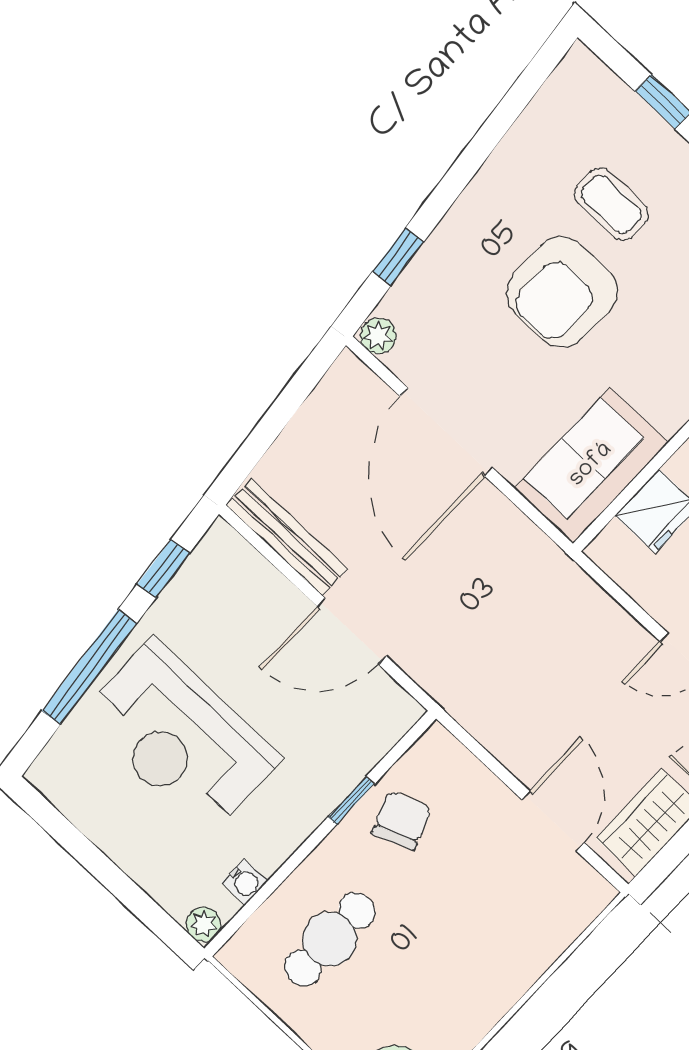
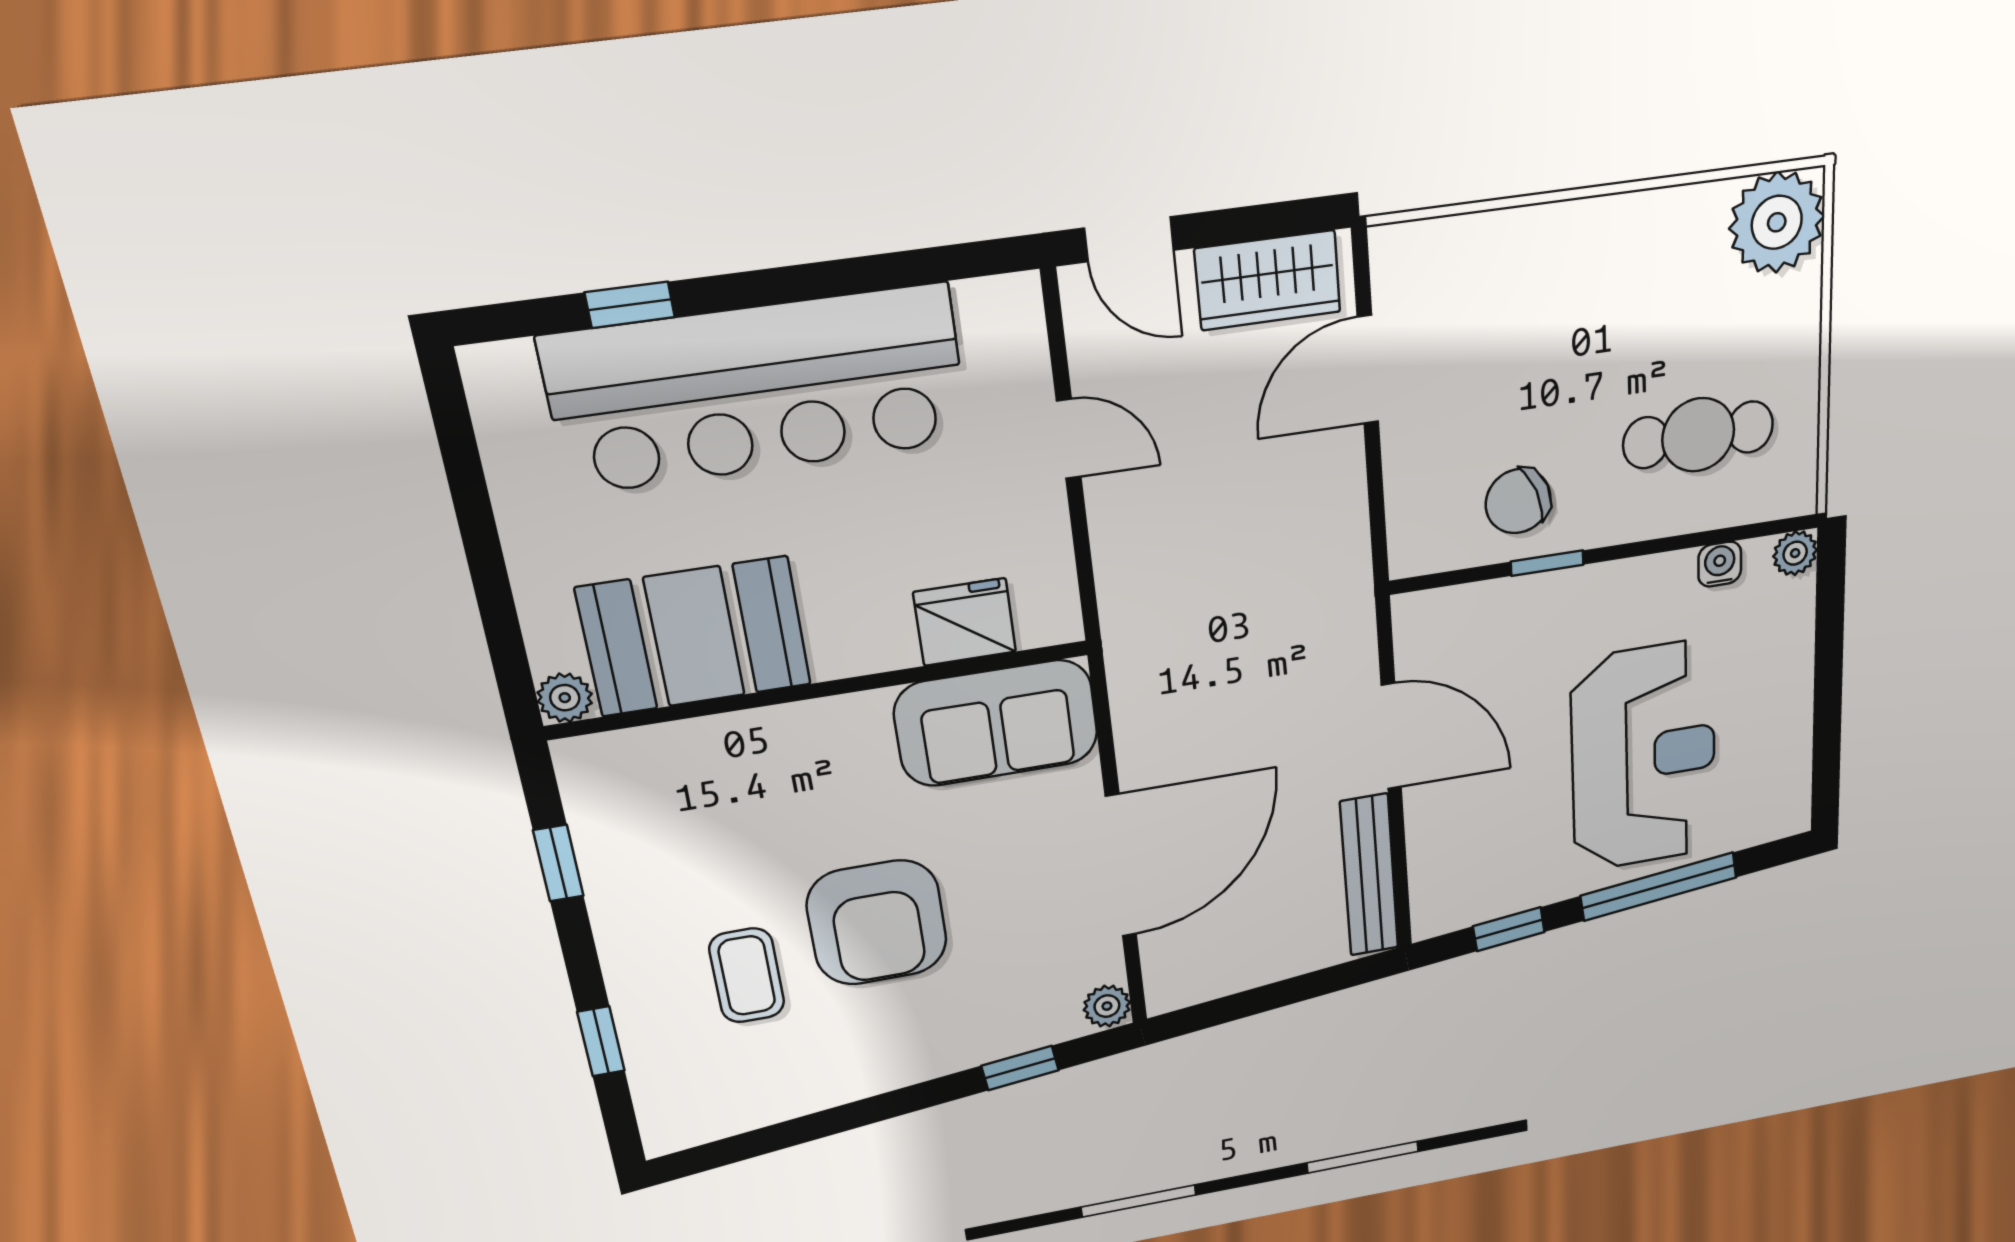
armchair: (562, 292) -> (877, 923), turned 90

